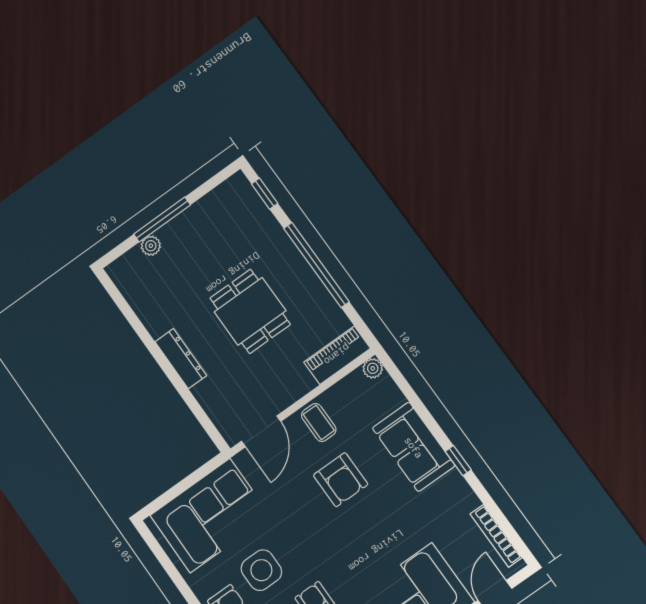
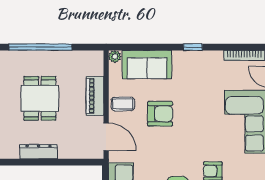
dining table: (250, 311) -> (40, 98), turned 90
piano: (337, 355) -> (95, 96), moved
sofa: (414, 447) -> (147, 65), moved

